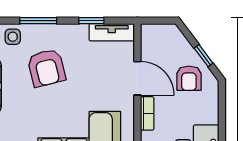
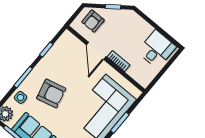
tv unit: (112, 32) -> (61, 44), removed
door: (137, 78) -> (96, 51), swing flipped
armchair: (189, 78) -> (93, 21), moved, turned 90

